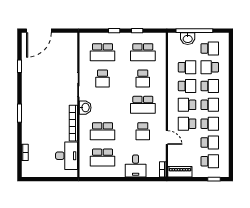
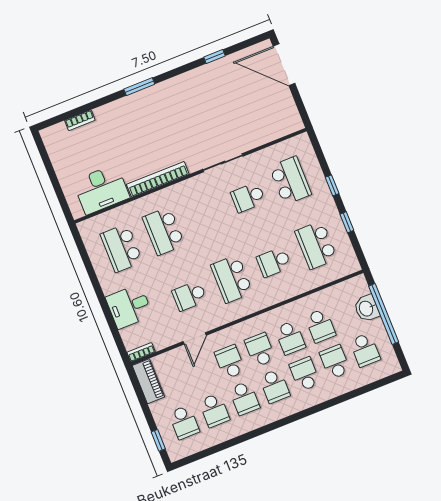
school desk: (103, 52) -> (290, 181), turned 180
school desk: (210, 86) -> (305, 374), turned 180
washbasin: (85, 108) -> (190, 188), removed

